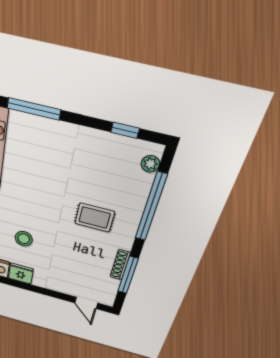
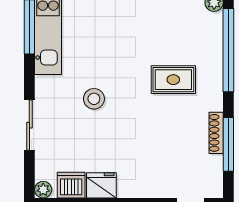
stool: (24, 239) -> (94, 99), moved

